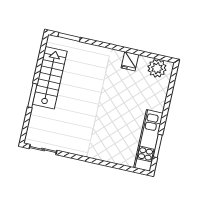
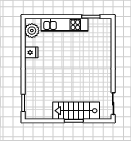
stairs: (50, 78) -> (76, 111), moved
kitchen unit: (148, 140) -> (65, 25), moved

